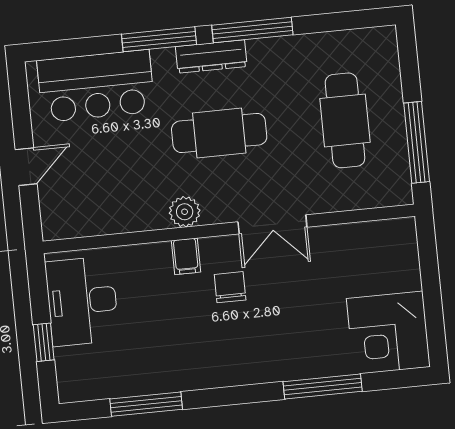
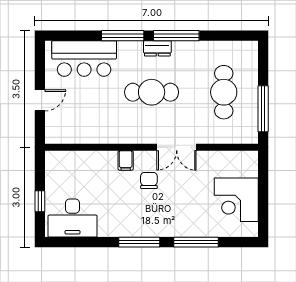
dresser: (211, 57) -> (157, 48), width x0.70
plant: (185, 212) -> (127, 135), removed
desk: (82, 301) -> (72, 218), moved, turned -90
corner desk: (388, 333) -> (236, 200), moved
window: (146, 404) -> (139, 242), moved

